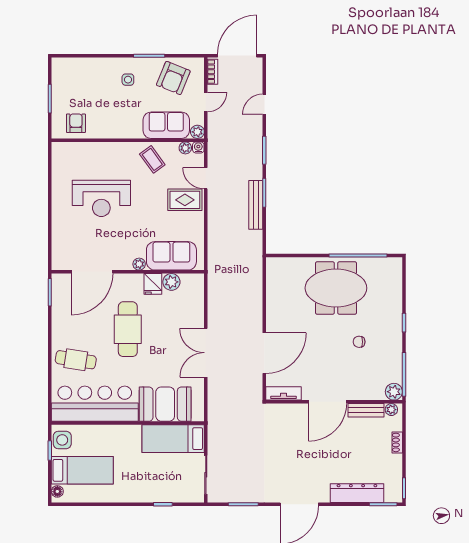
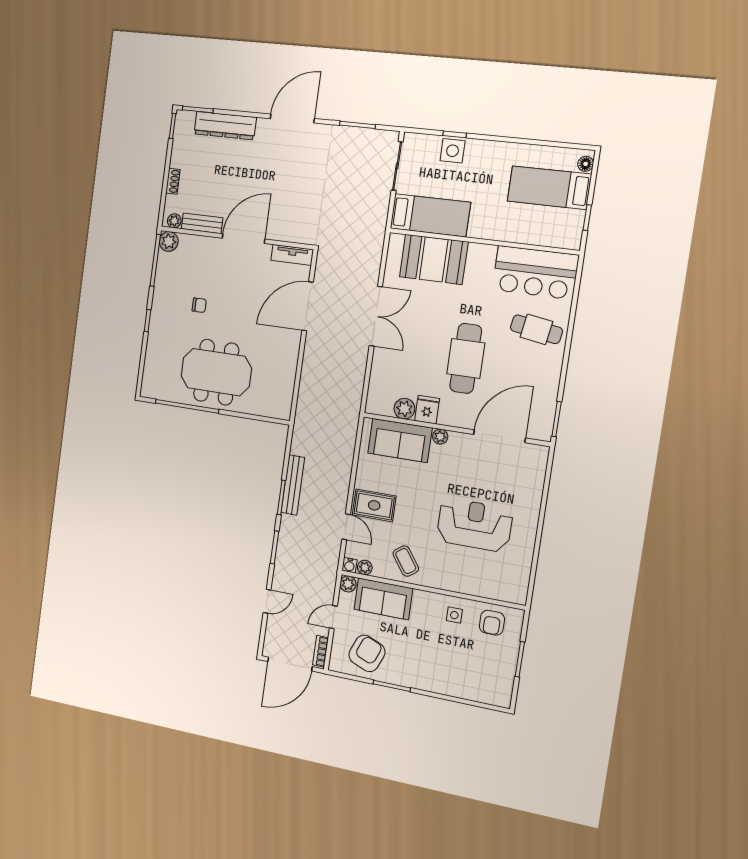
side table: (128, 80) -> (454, 615), moved
bar counter: (95, 404) -> (535, 272), width x0.73
side table: (62, 440) -> (453, 151), moved

